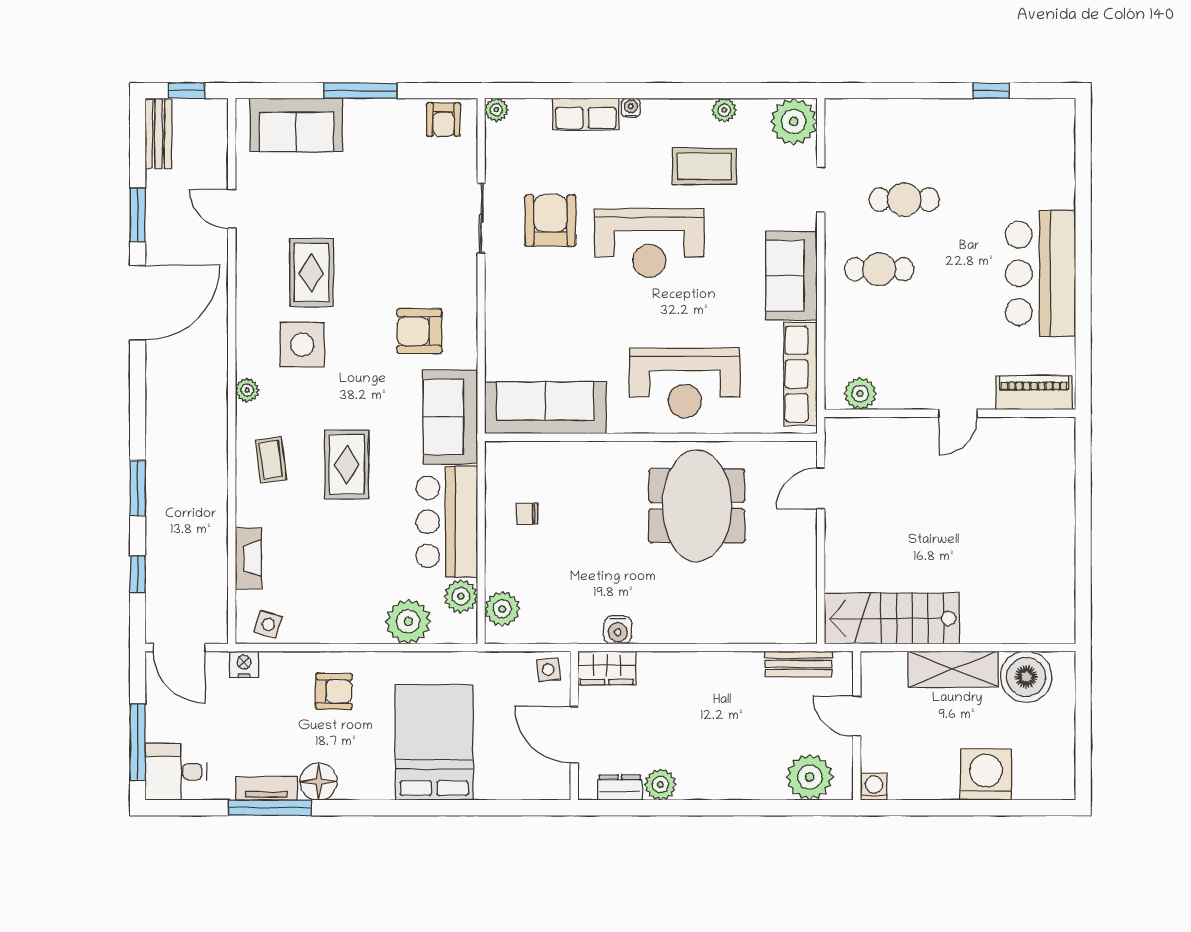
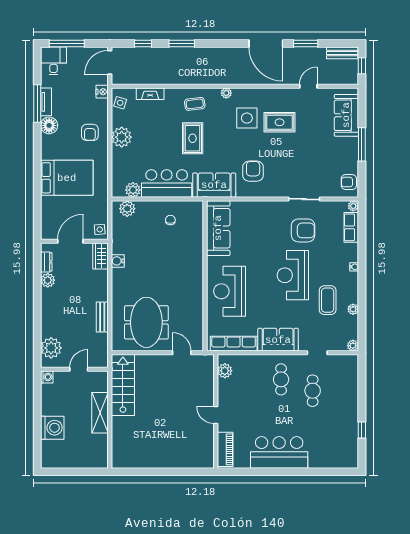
row of seats: (586, 114) -> (351, 227), moved
plant: (794, 122) -> (353, 346), width x0.53, depth x0.53
rug: (347, 465) -> (193, 138), turned 90
meeting table: (697, 506) -> (146, 322), moved, turned 90
plant: (408, 622) -> (122, 137), moved
bench: (799, 664) -> (102, 317), moved
boiler: (1026, 677) -> (96, 446), removed

